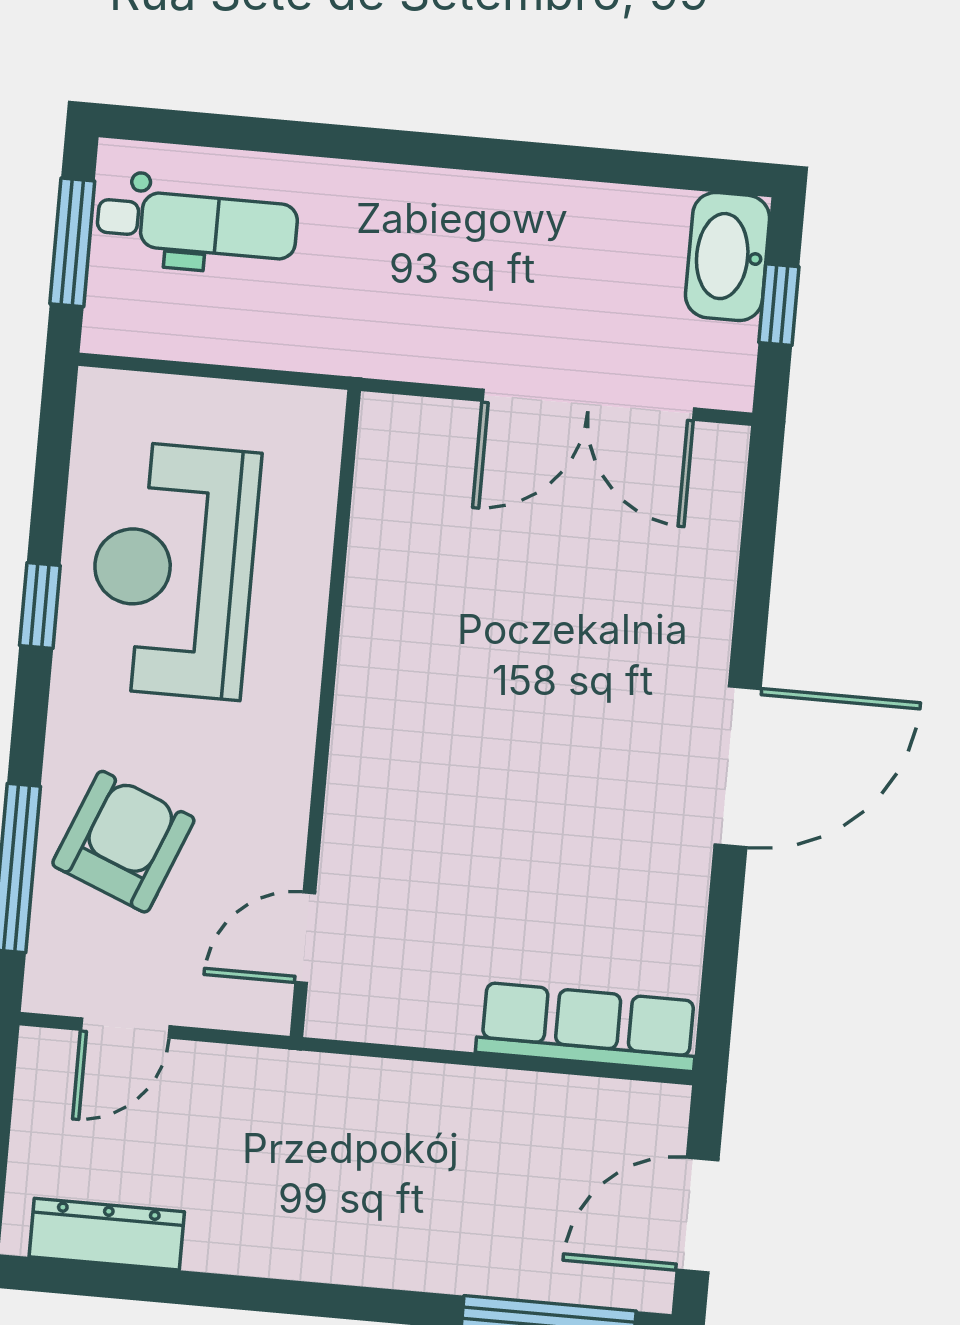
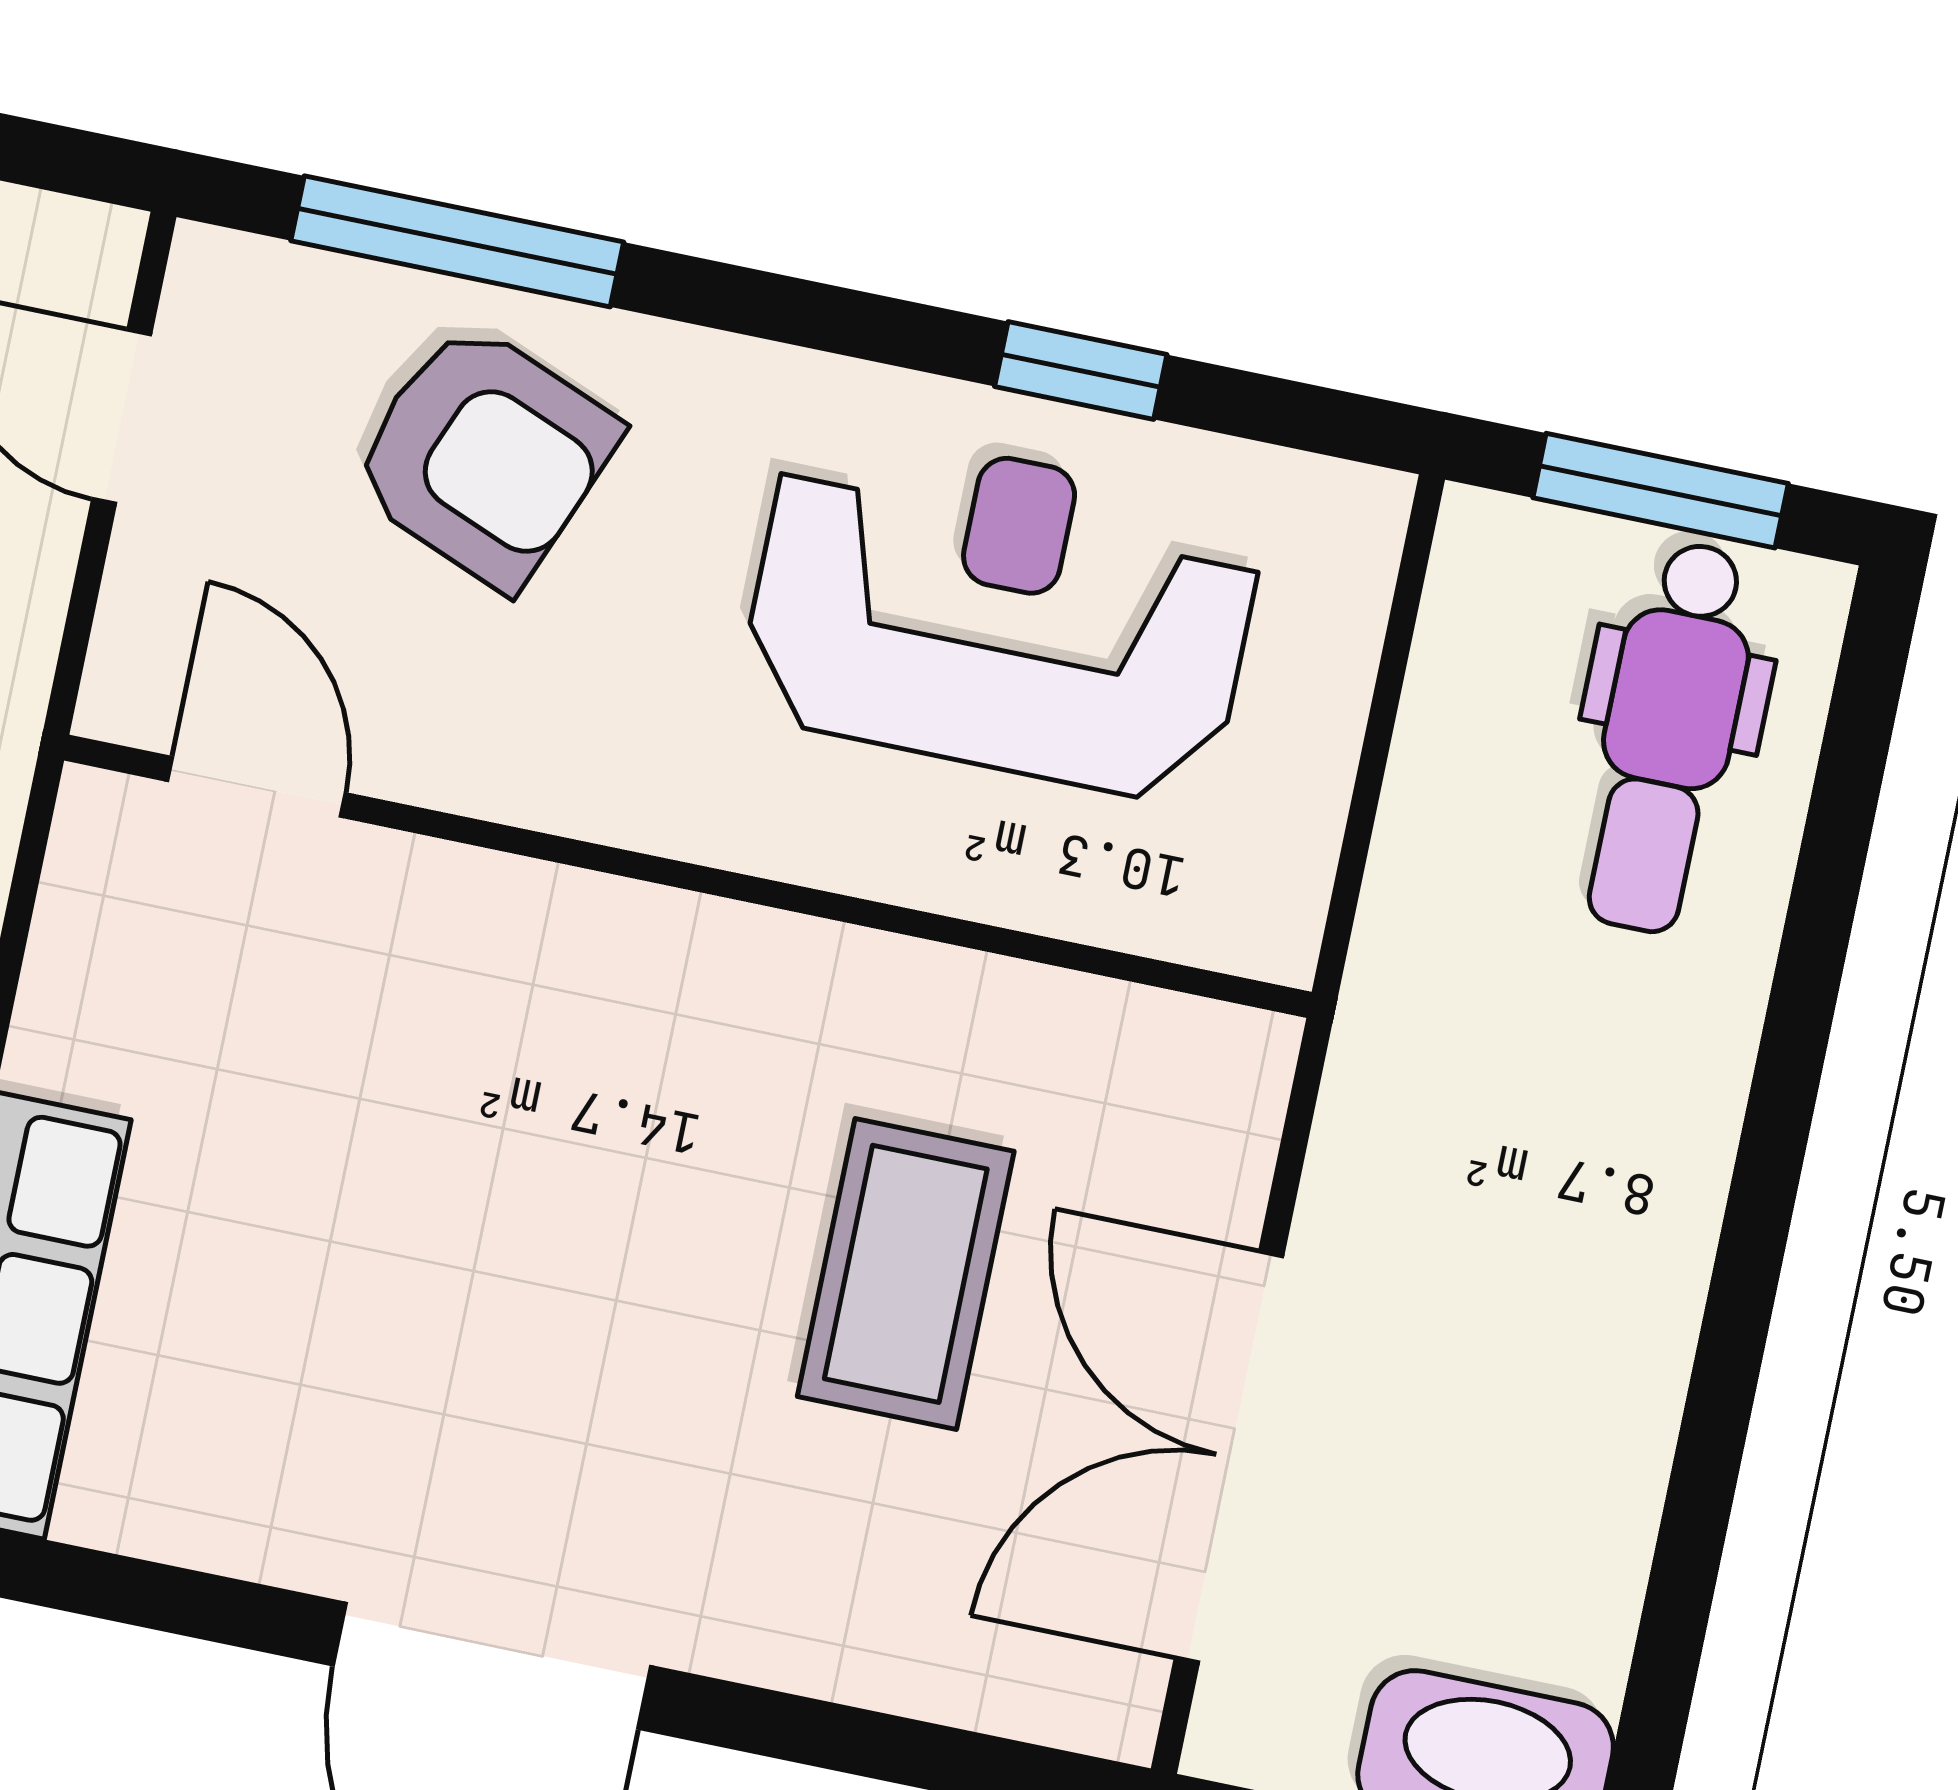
coffee table: (514, 580) -> (906, 1274), added
window: (40, 605) -> (1081, 371), moved

